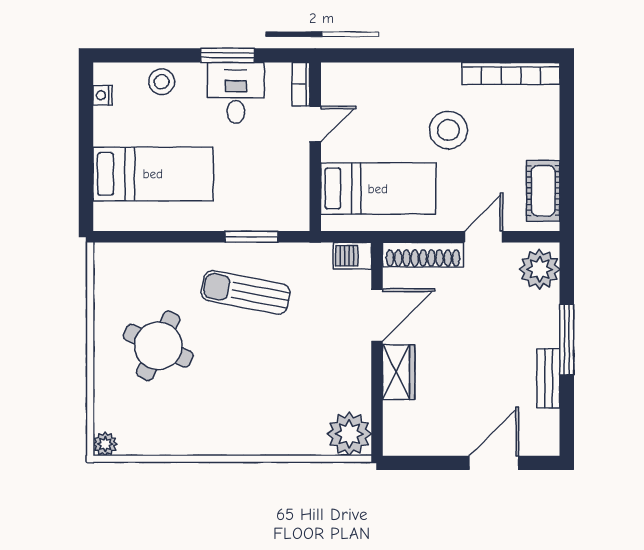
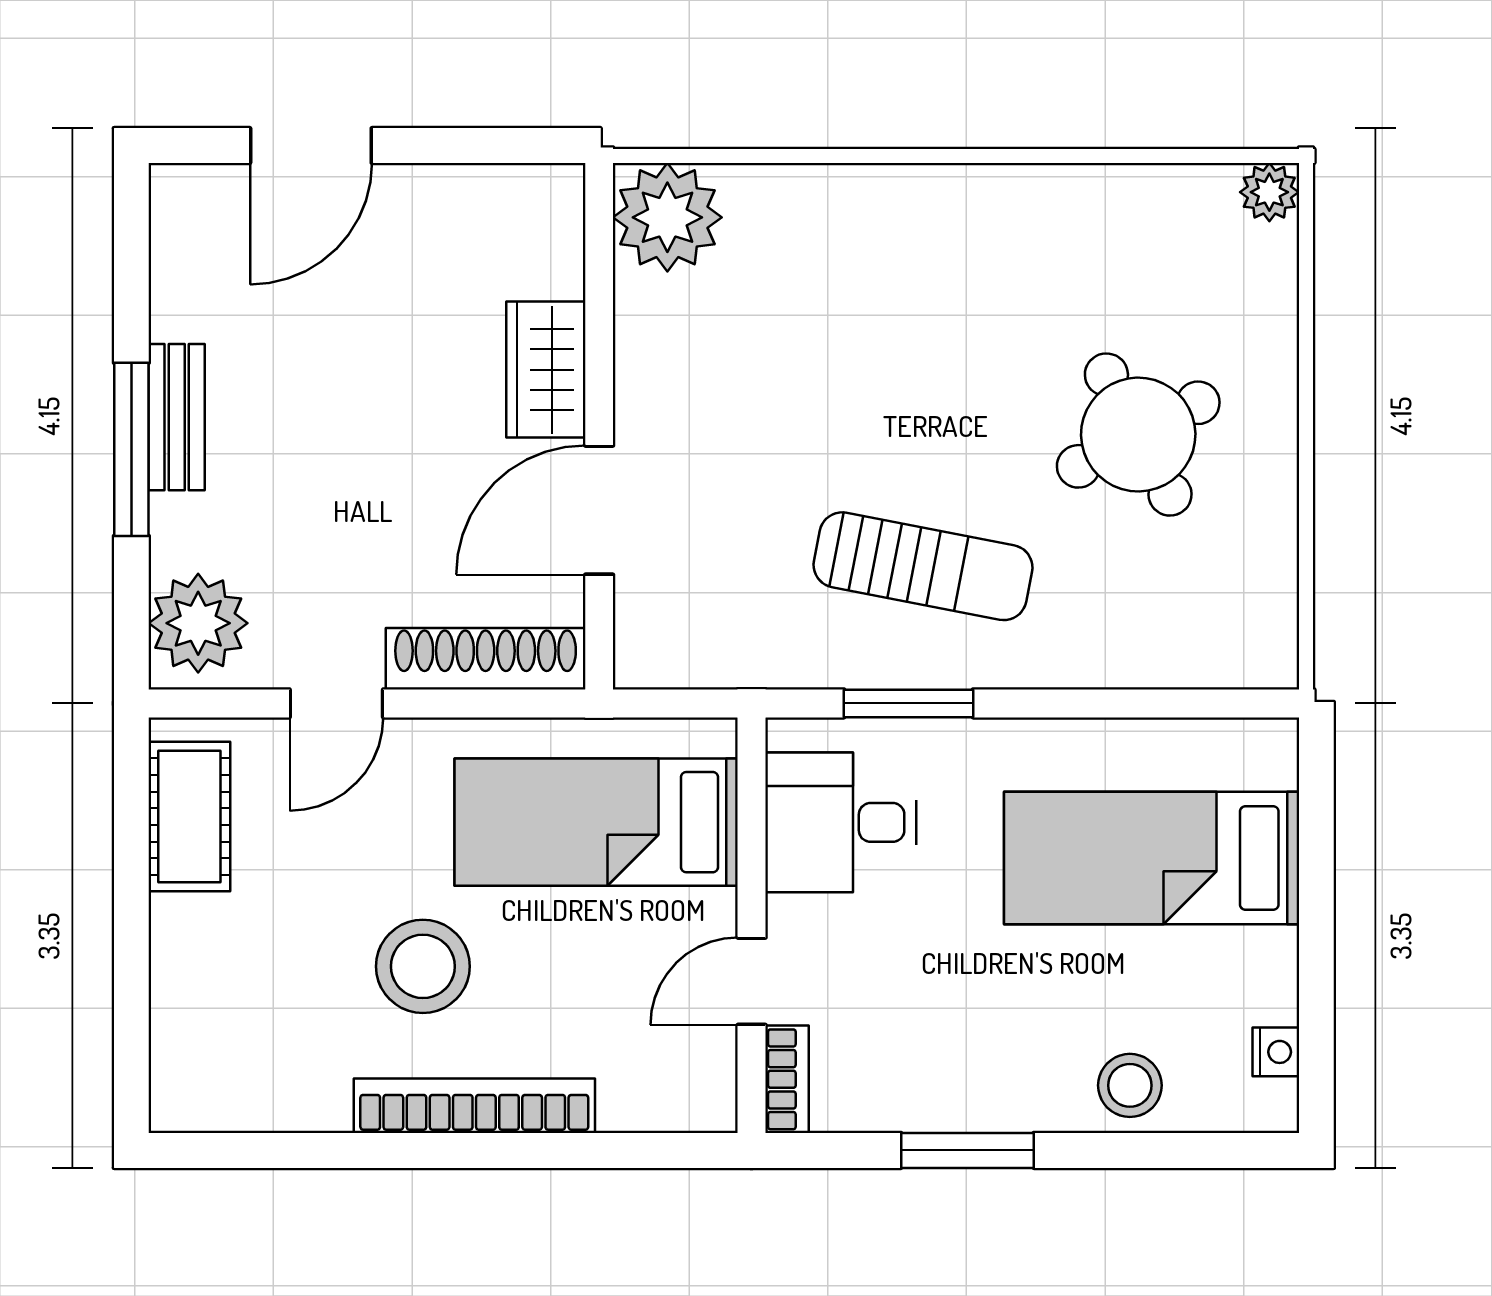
bookcase: (511, 73) -> (474, 1106), moved
desk: (236, 93) -> (841, 822), moved, turned 90
barbecue: (352, 256) -> (660, 656), removed
round table: (158, 346) -> (1138, 435), turned 37
bench: (548, 378) -> (177, 417), moved

